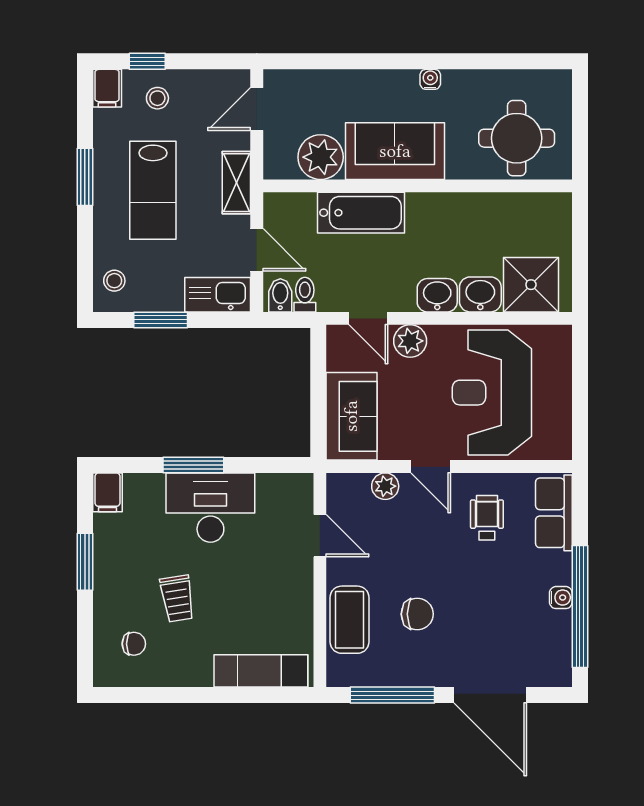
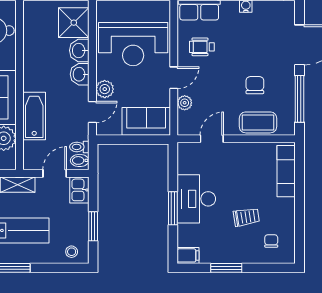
kitchen sink: (218, 295) -> (79, 190), width x0.73

